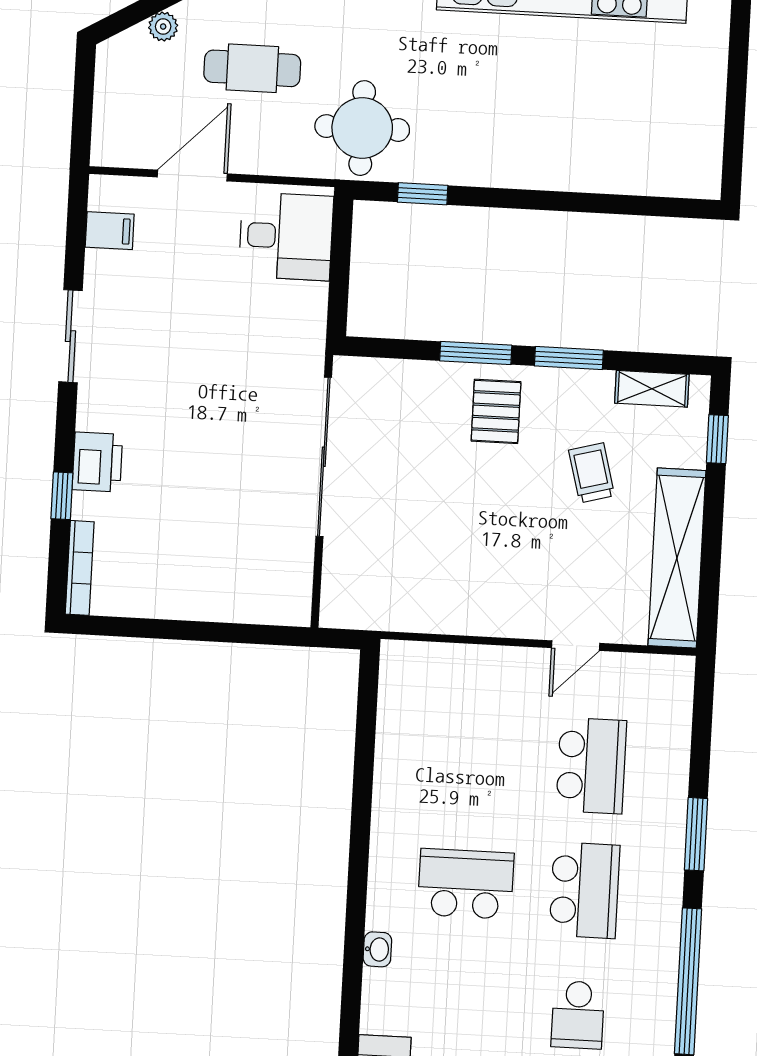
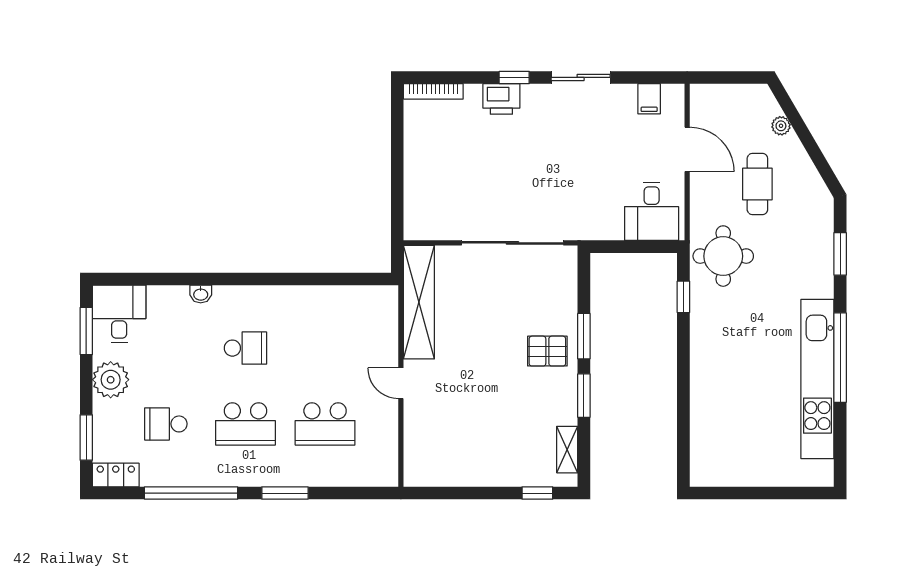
trolley: (592, 473) -> (512, 414), removed
window: (62, 496) -> (514, 77), moved
shelving: (677, 558) -> (419, 302), moved, turned 90
door: (576, 646) -> (401, 383), moved
school desk: (466, 884) -> (245, 348), width x0.54

